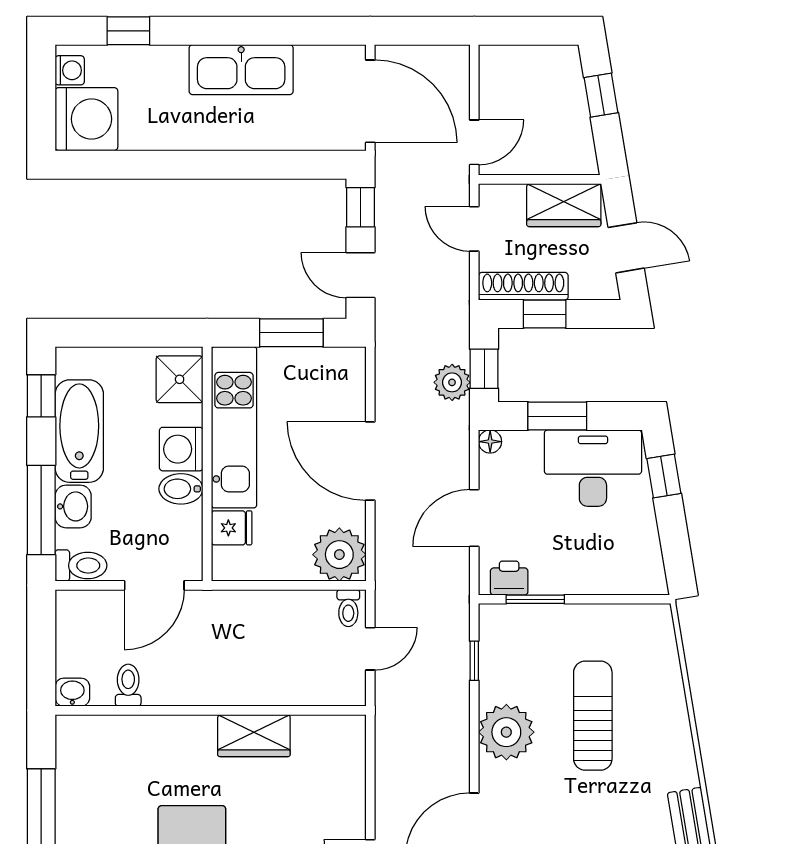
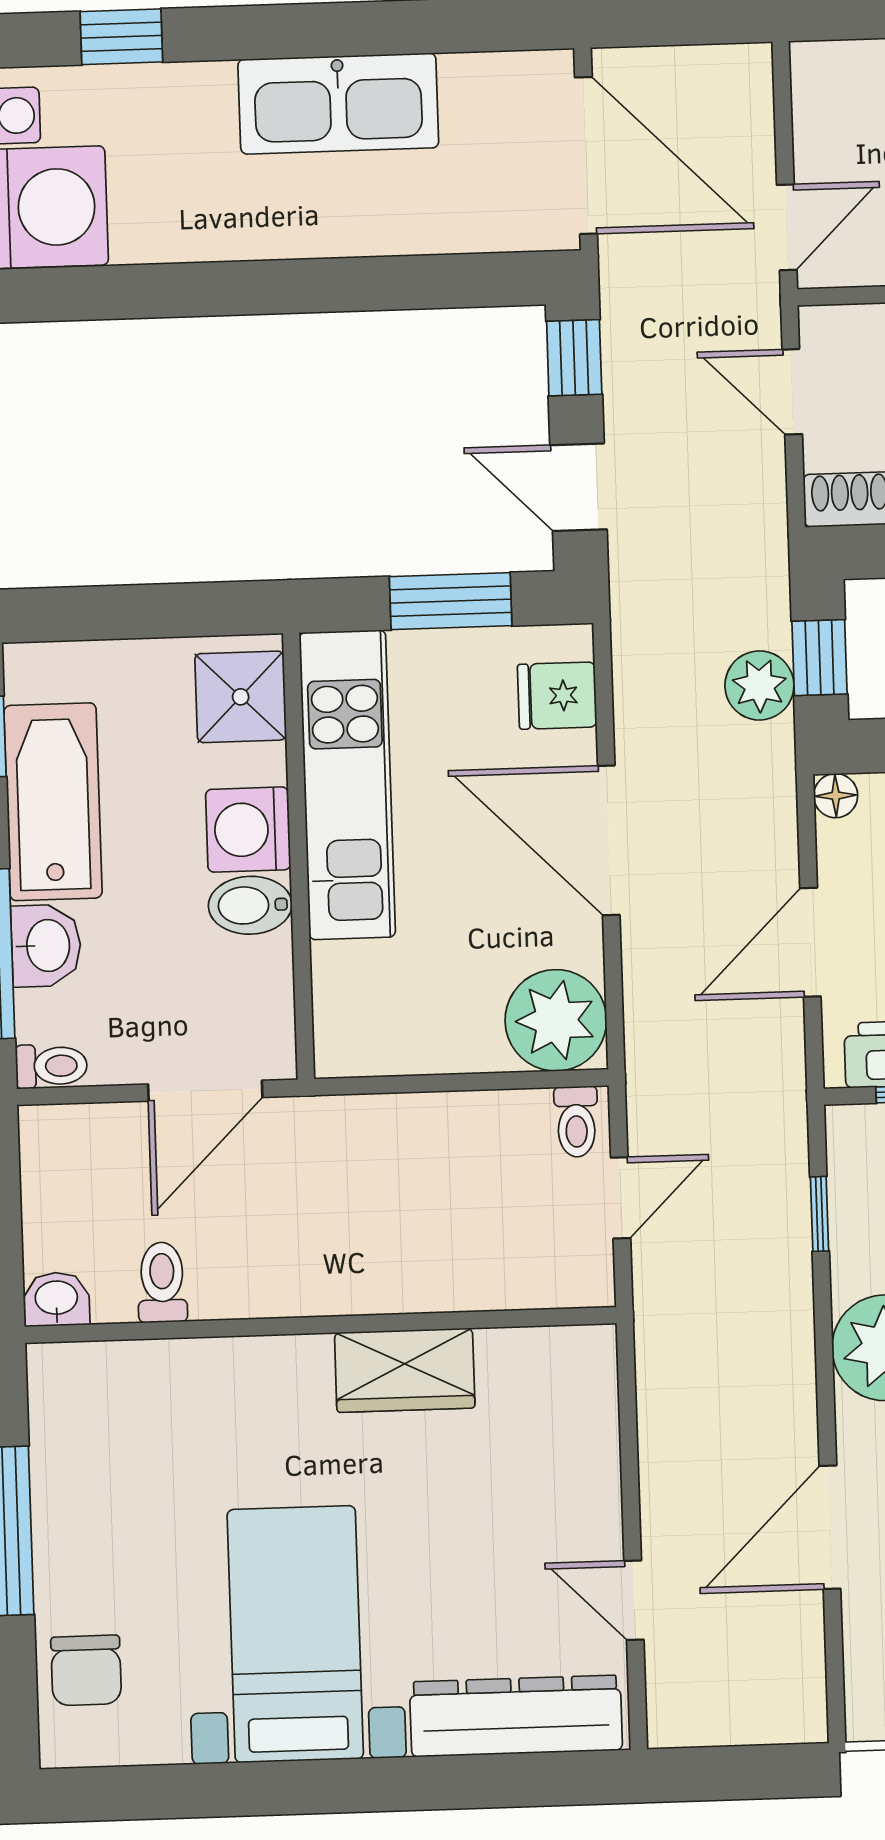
fridge: (232, 528) -> (557, 696), moved, turned 180
toilet: (81, 565) -> (51, 1066), width x0.73, depth x0.72

